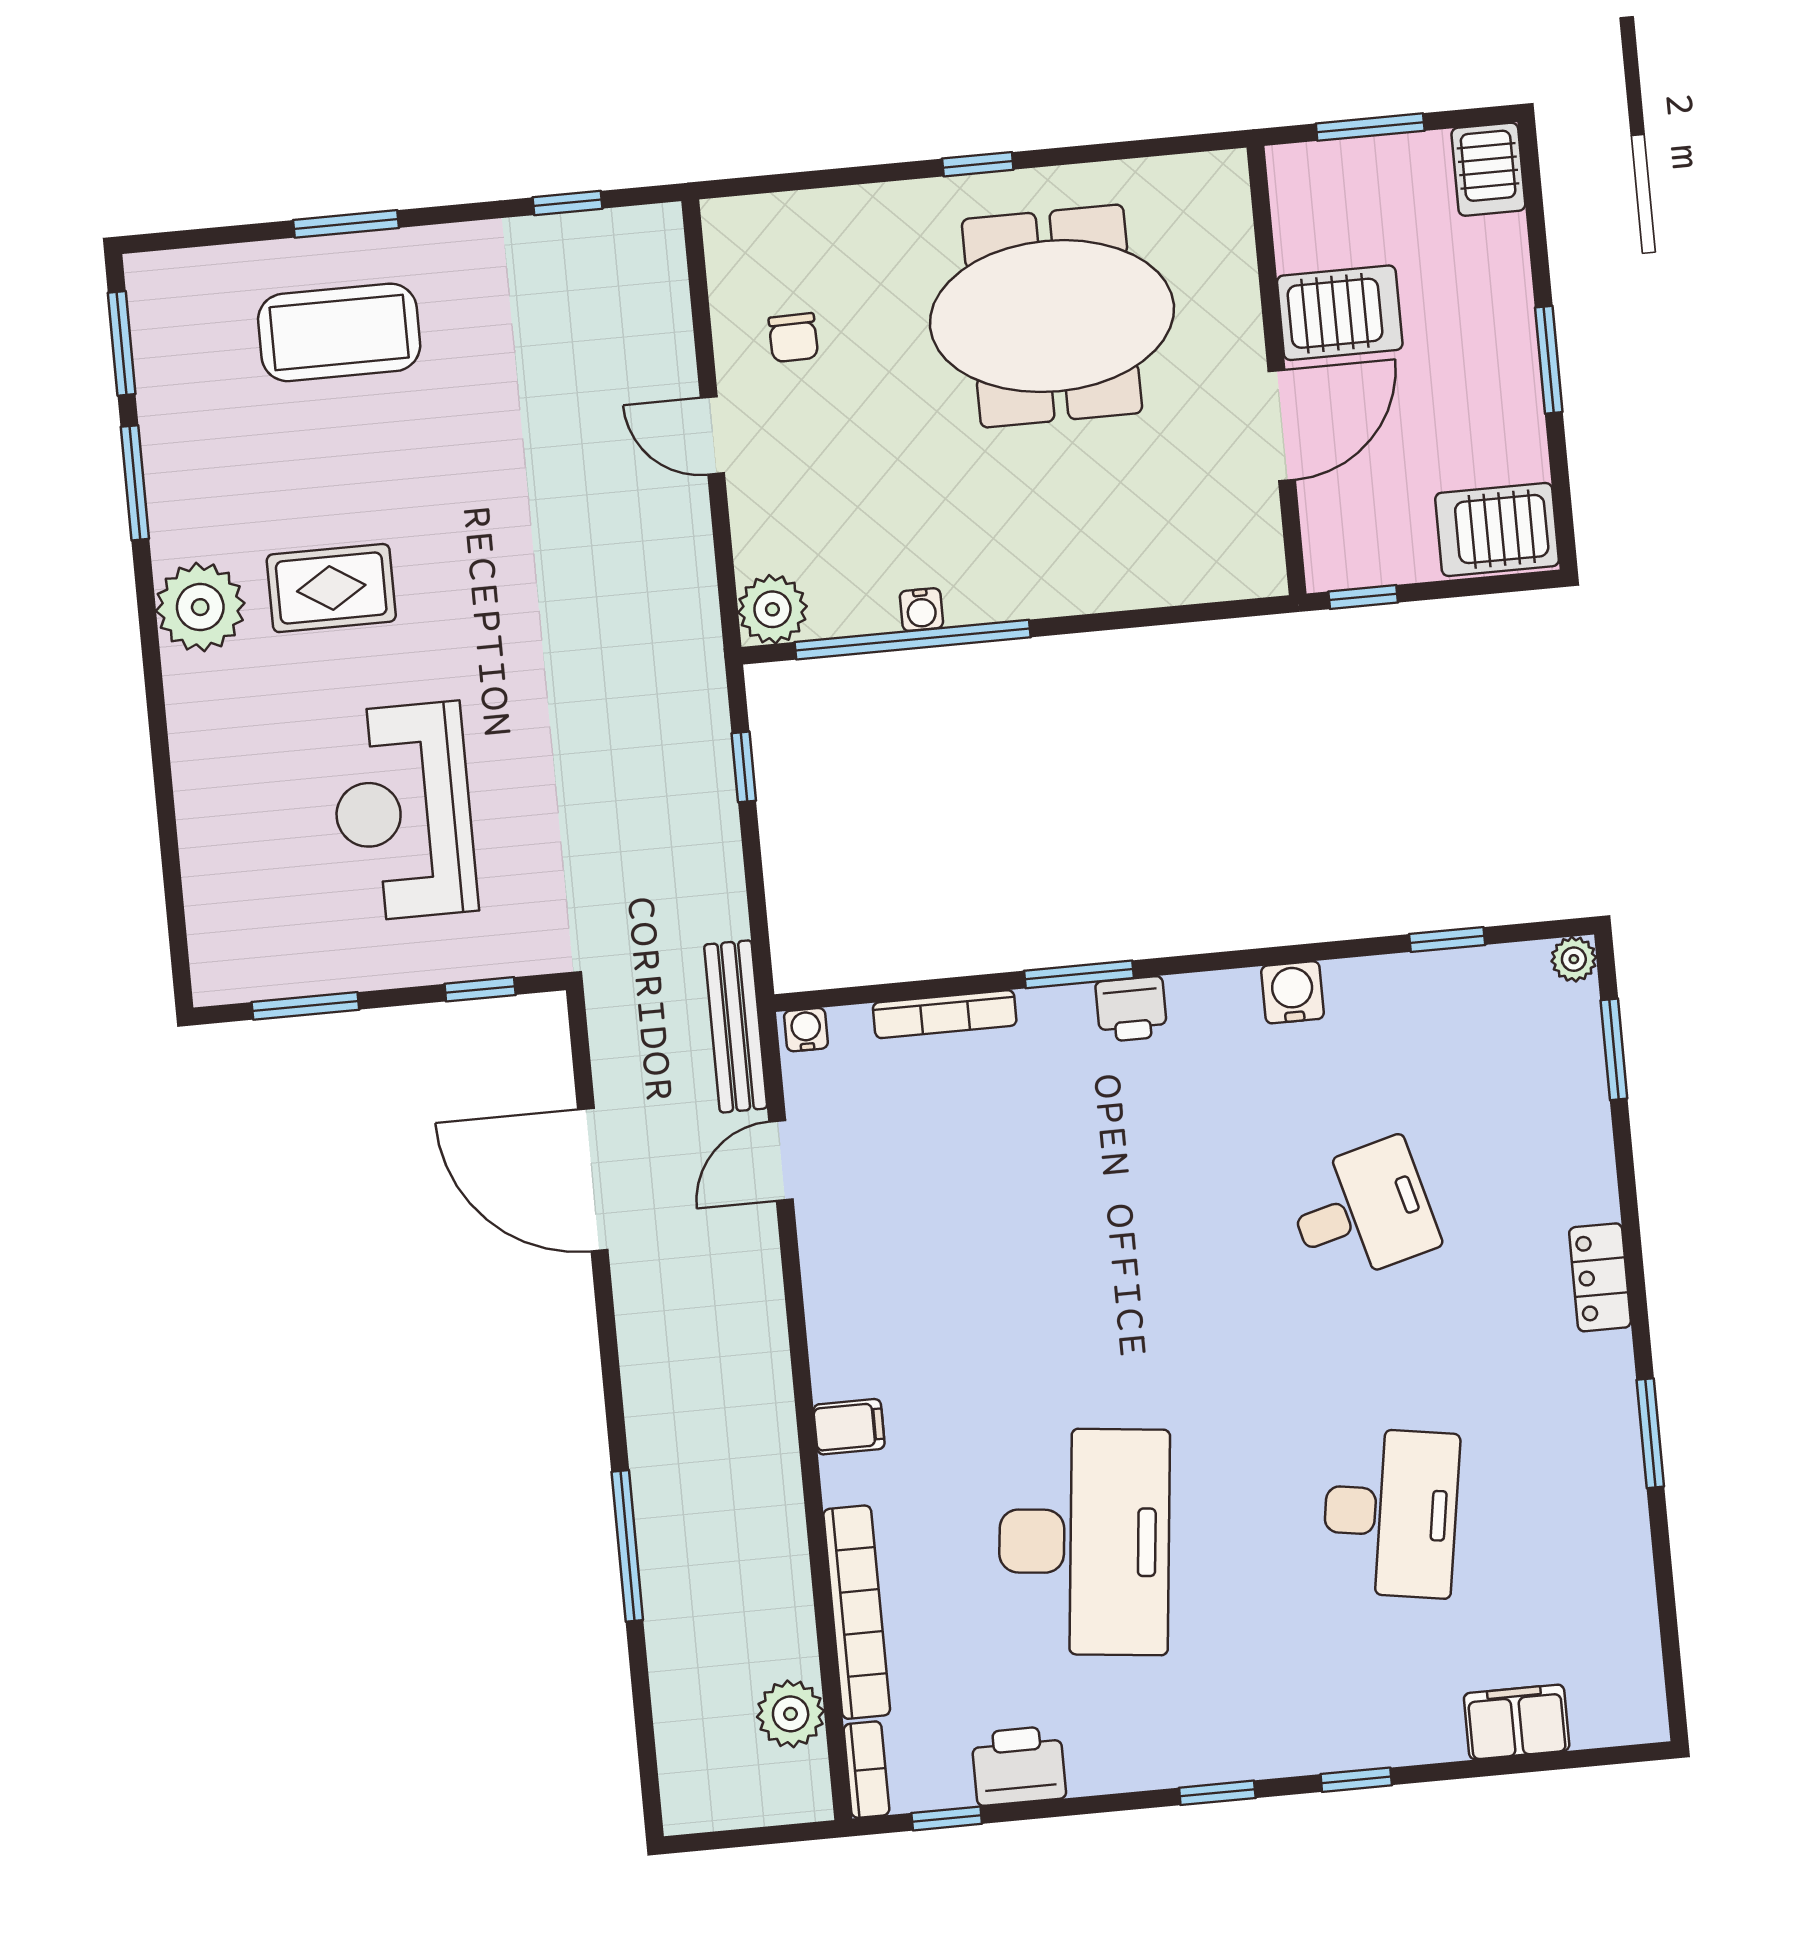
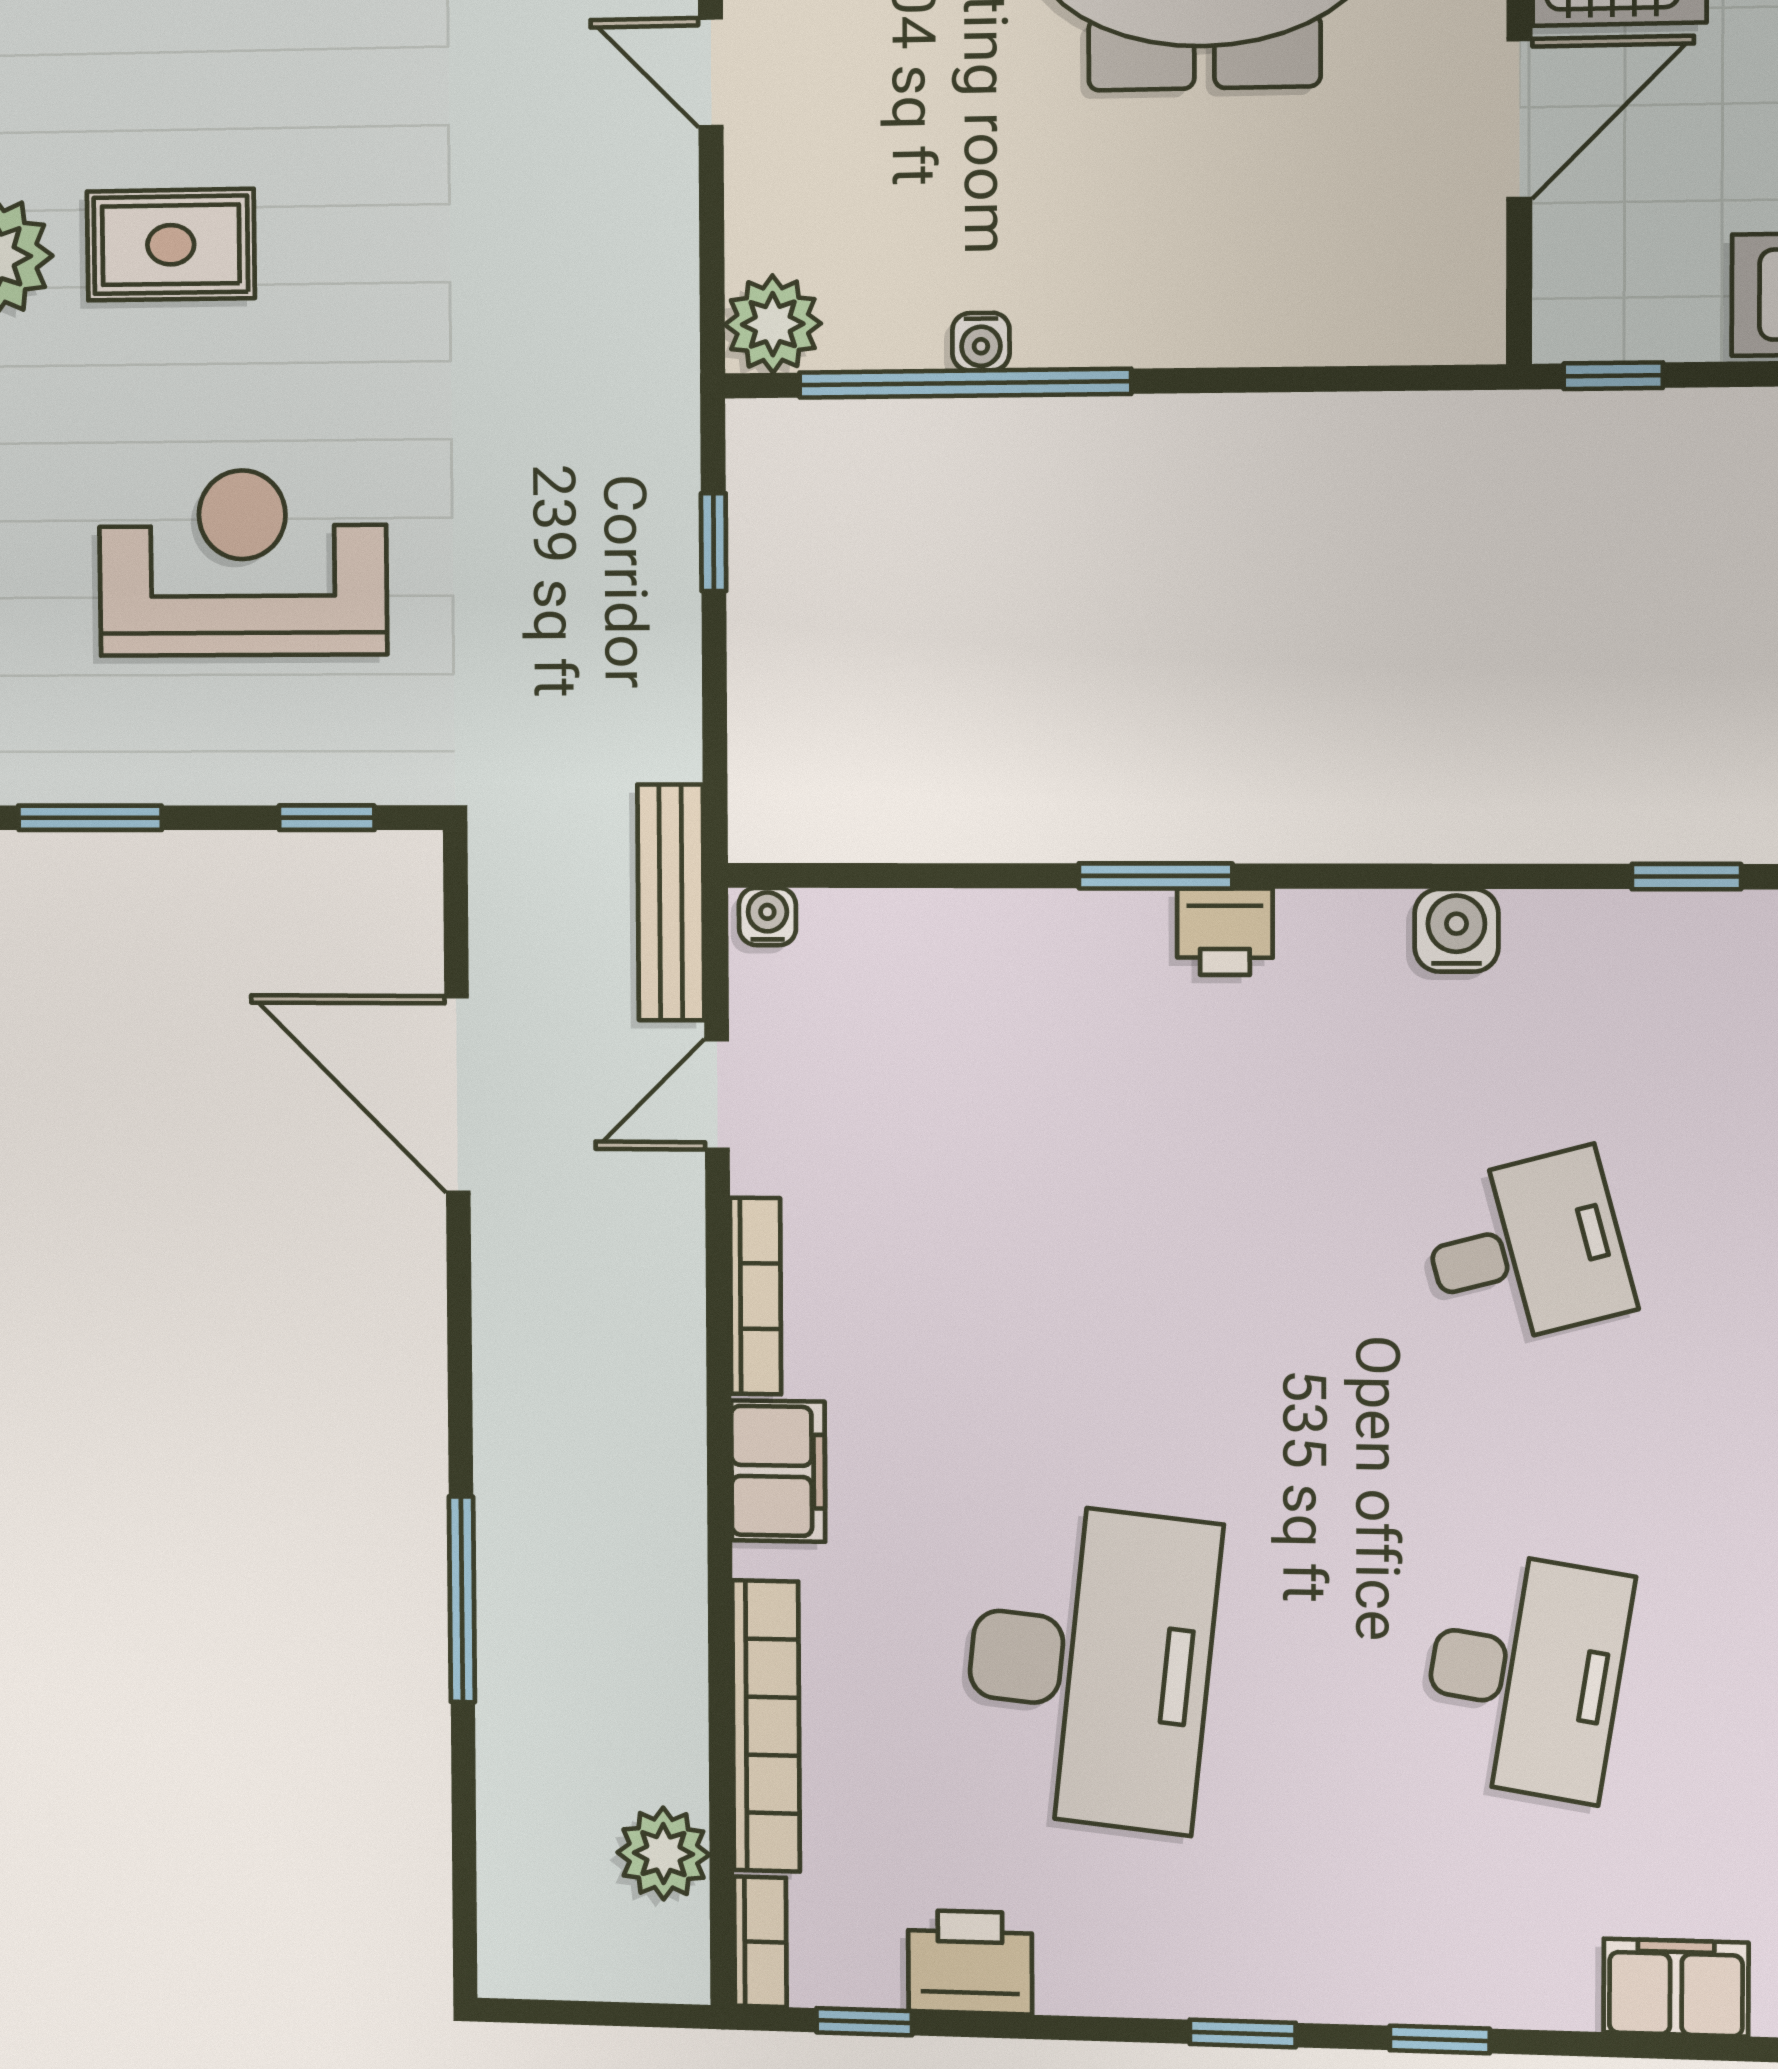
reception desk: (403, 812) -> (243, 563), turned 90
bookcase: (945, 1014) -> (756, 1296), moved, turned -90
filing cabinet: (849, 1427) -> (778, 1471), width x2.00

